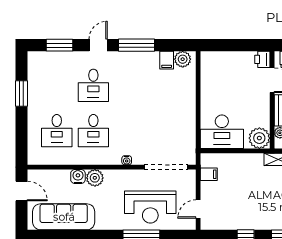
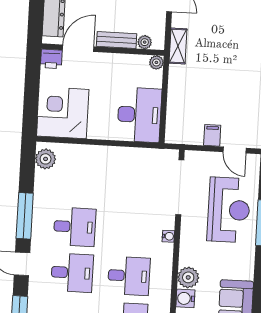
filing cabinet: (167, 60) -> (45, 179), removed
corner desk: (220, 71) -> (63, 113), added
desk: (130, 85) -> (75, 227), added
plant: (259, 138) -> (156, 62), width x0.53, depth x0.53
filing cabinet: (209, 174) -> (212, 135), moved

